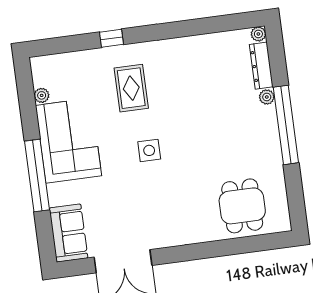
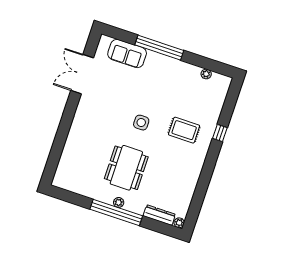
plant: (267, 97) -> (119, 202), moved
corner sofa: (68, 141) -> (171, 77), removed
dining table: (242, 206) -> (126, 168), moved, width x1.38
sofa: (69, 233) -> (127, 53), moved

